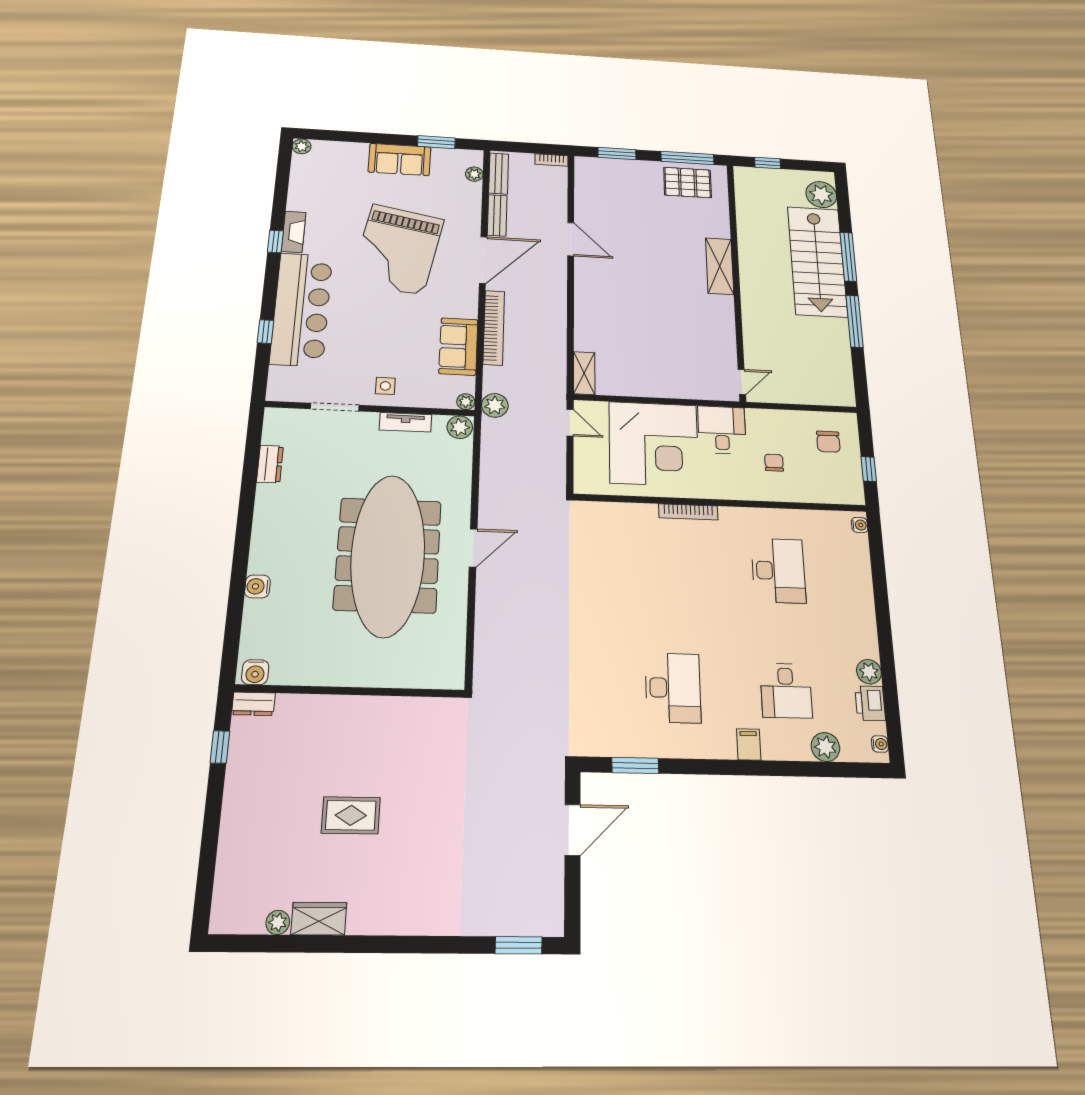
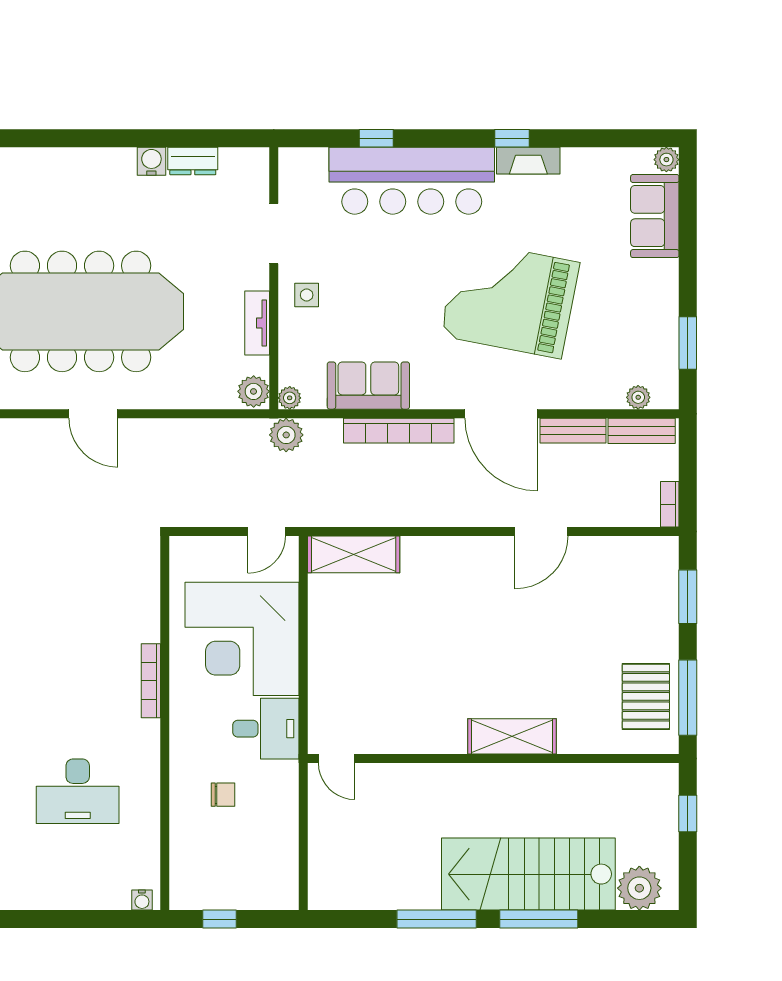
sofa: (400, 159) -> (655, 216), moved
shelving: (584, 373) -> (354, 554), width x1.50, depth x1.33
chair: (828, 442) -> (256, 868), removed
water cooler: (257, 586) -> (151, 161), moved

